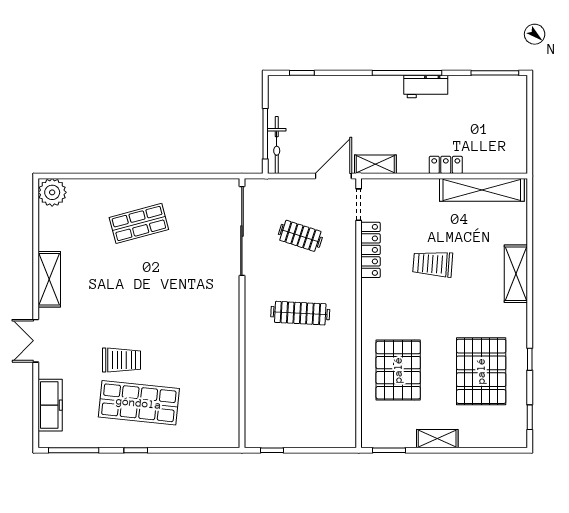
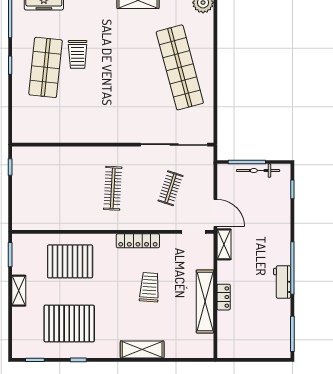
bicycle: (277, 145) -> (258, 171), moved
shelving: (482, 190) -> (205, 301), moved
shop shelf: (139, 223) -> (180, 67), width x2.00, depth x1.36
locker: (371, 250) -> (138, 241), moved

